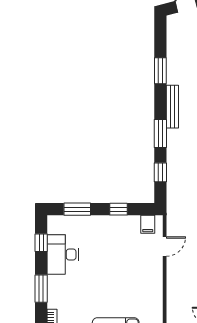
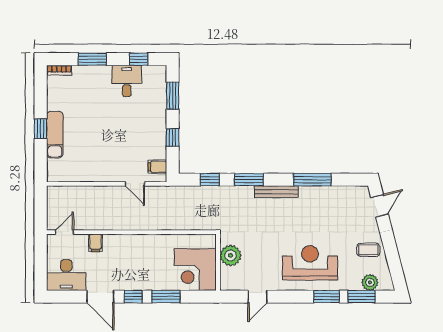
window: (160, 71) -> (312, 180), width x1.44
desk: (63, 254) -> (127, 81), width x0.73

